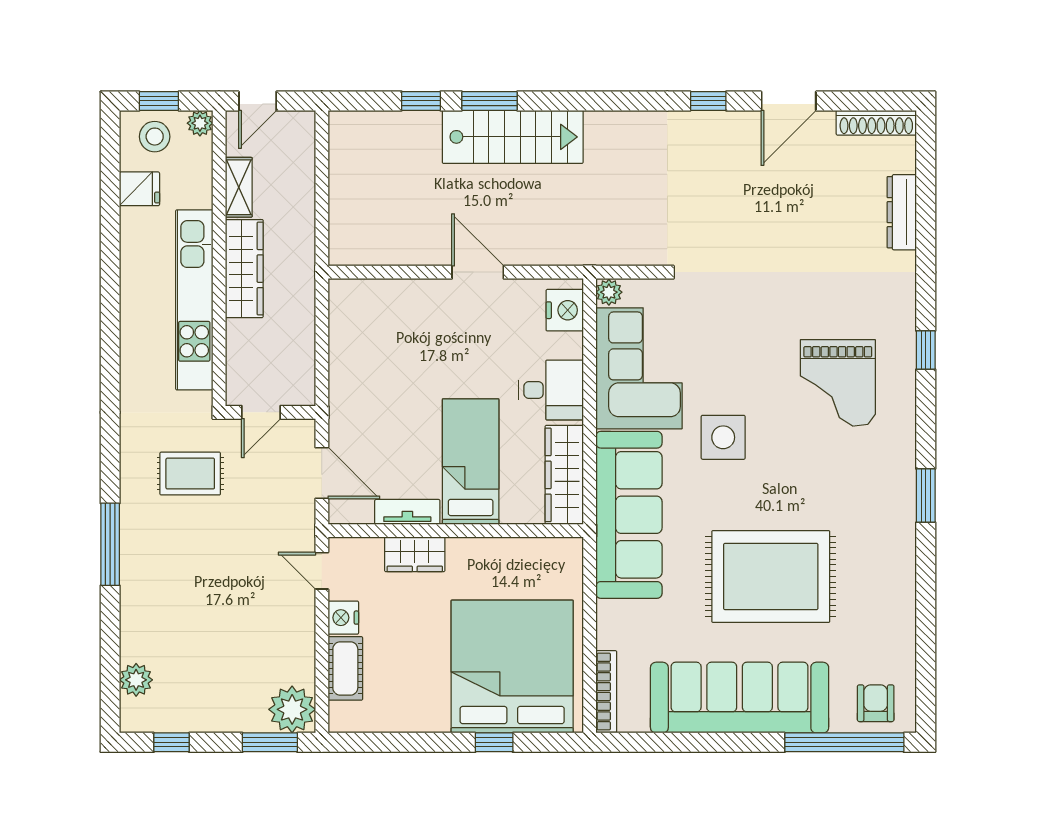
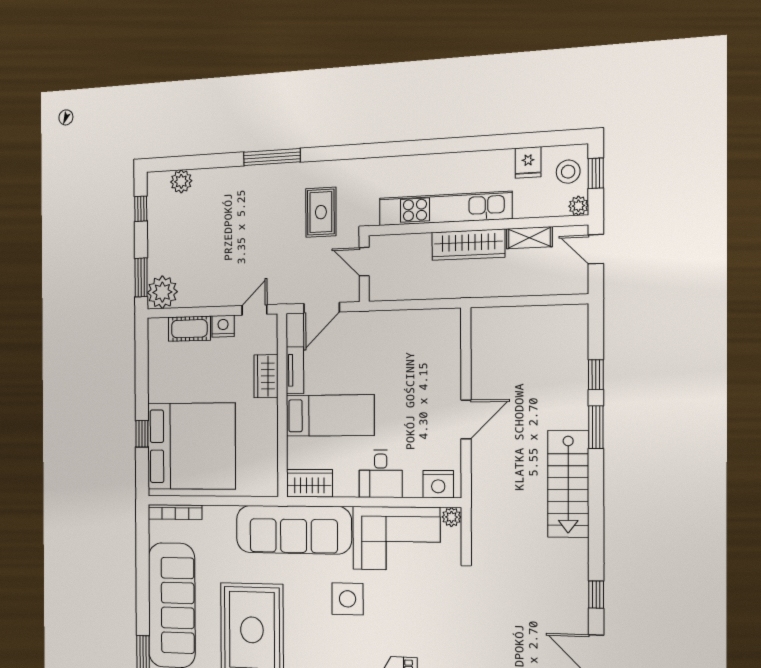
stairs: (513, 137) -> (568, 484), moved
wardrobe: (564, 475) -> (309, 483), width x0.67

